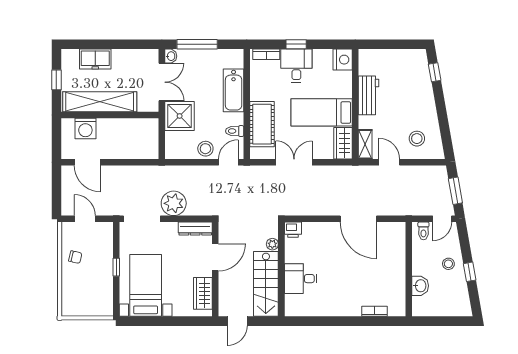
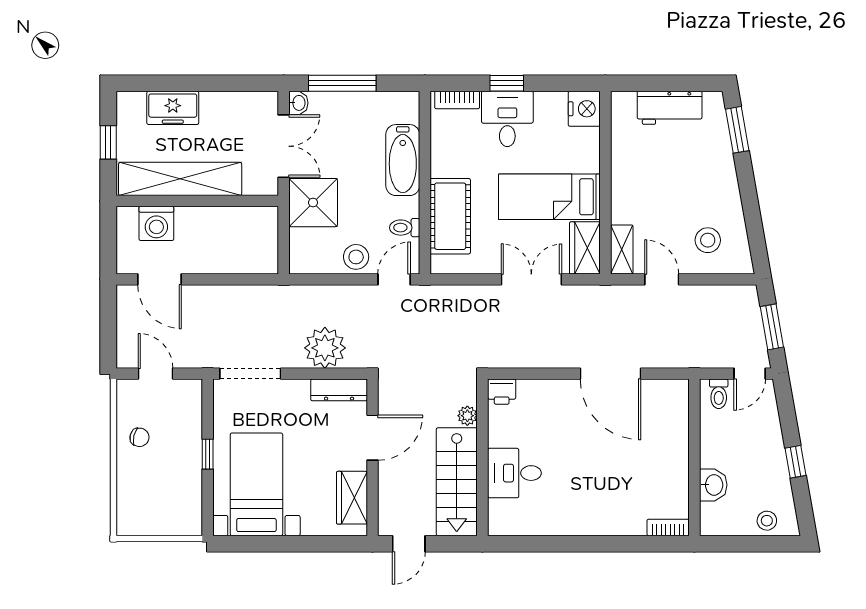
window: (435, 72) -> (737, 130), width x1.50
workbench: (368, 95) -> (670, 108), moved, turned 90
double door: (294, 162) -> (531, 279), moved
plant: (174, 203) -> (325, 348), moved
stool: (448, 264) -> (767, 521), moved
bookcase: (374, 311) -> (668, 527), moved

